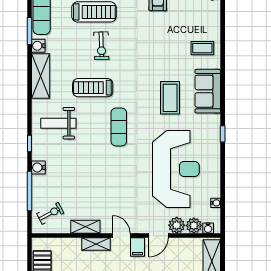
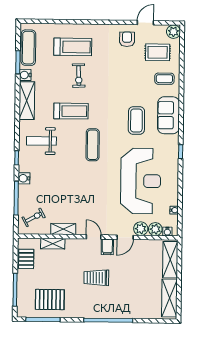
rug: (194, 17) -> (158, 52), added
treadmill: (93, 88) -> (71, 111), turned 180
shelving: (96, 244) -> (53, 244), moved

